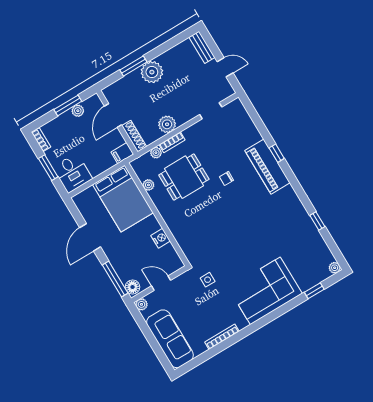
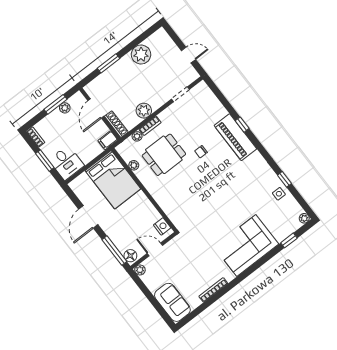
bench: (202, 47) -> (166, 40), removed
plant: (152, 72) -> (141, 54), moved
nightstand: (161, 238) -> (162, 226), moved
side table: (208, 280) -> (279, 194), moved
sofa: (170, 339) -> (172, 302), width x0.73

